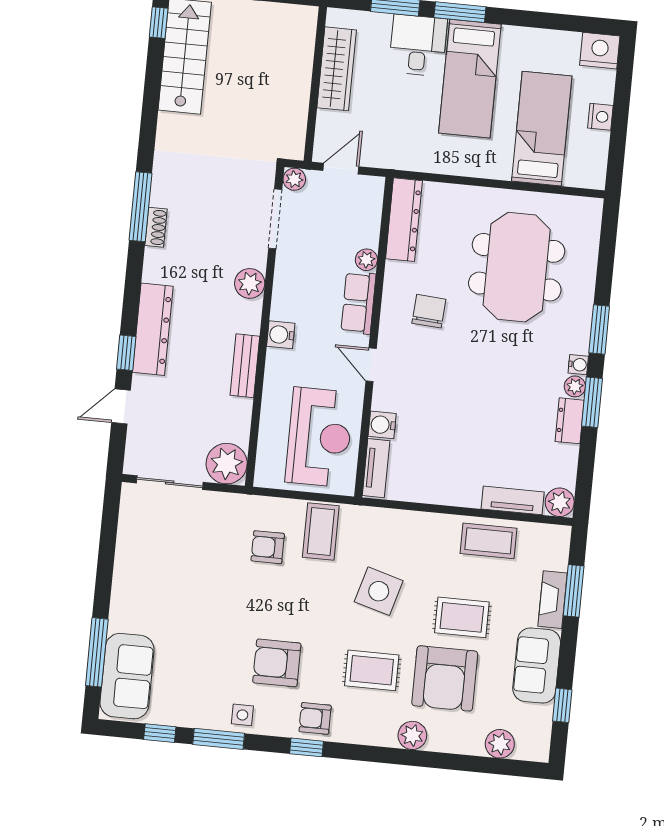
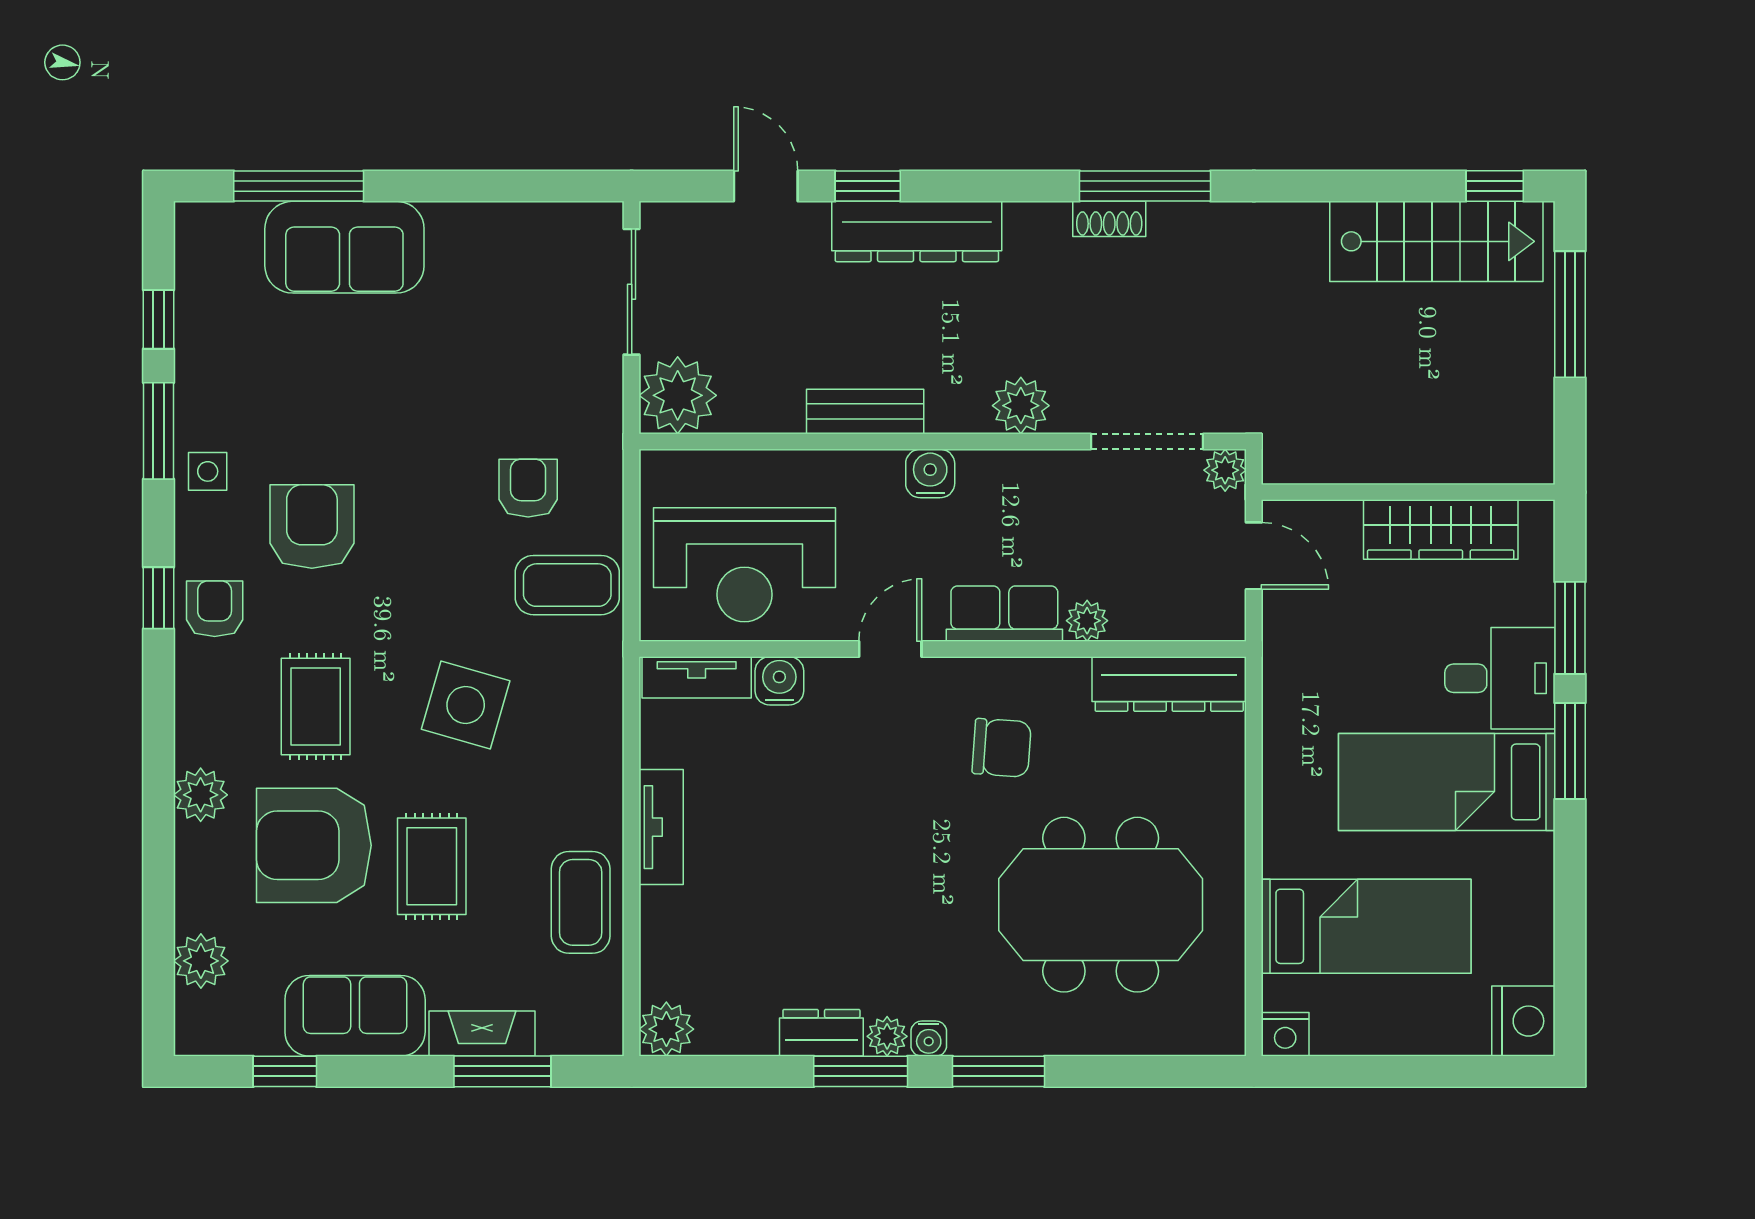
nightstand: (600, 117) -> (1285, 1034), moved
tv unit: (513, 500) -> (661, 827), moved
sofa: (127, 676) -> (344, 247), moved

